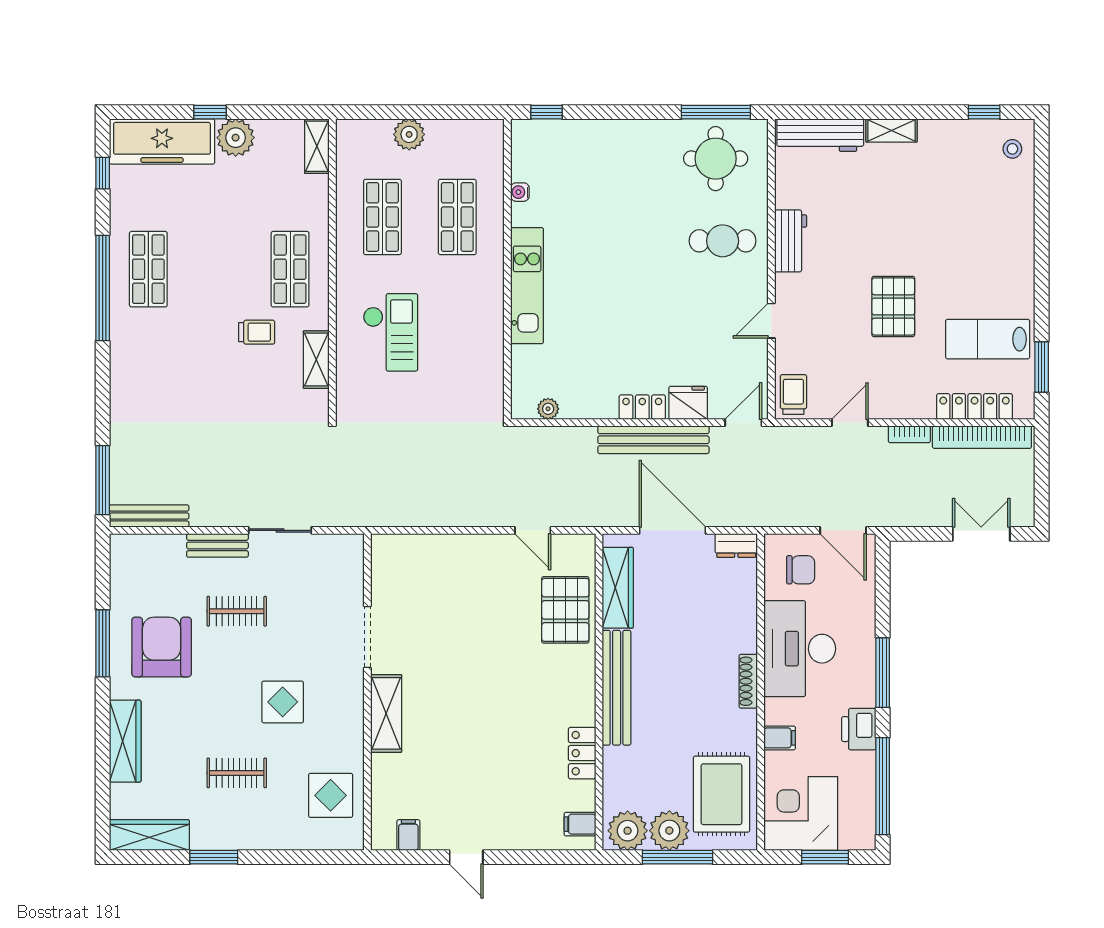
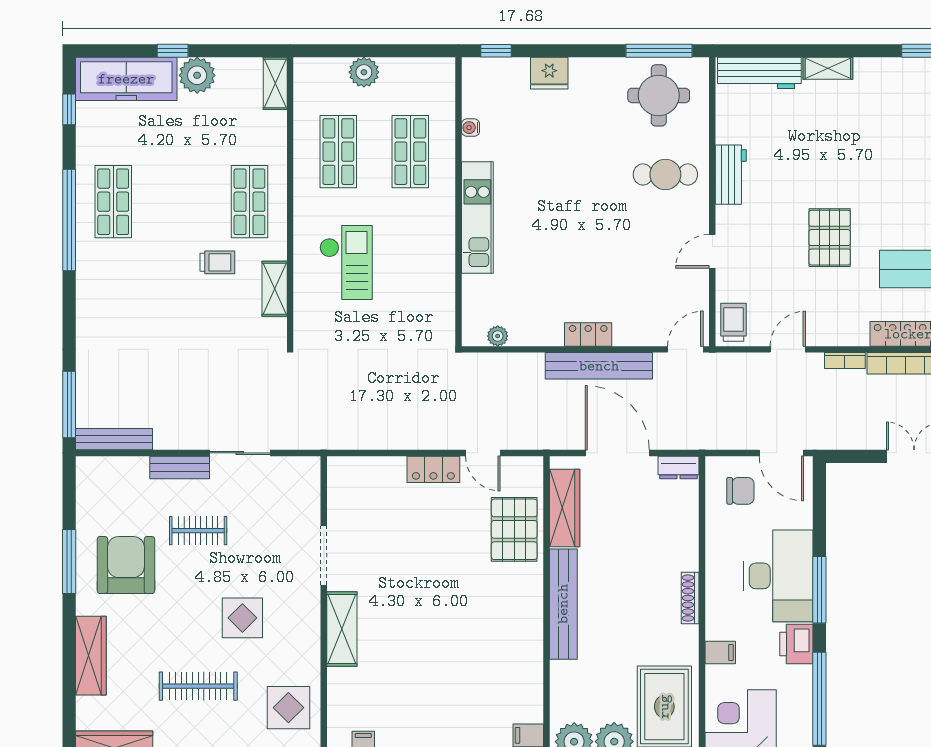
fridge: (688, 403) -> (549, 73), moved, turned 180
desk: (800, 649) -> (778, 576), moved, turned 180
locker: (582, 753) -> (433, 469), moved, turned -90
clothes rail: (237, 773) -> (198, 686), width x1.36

